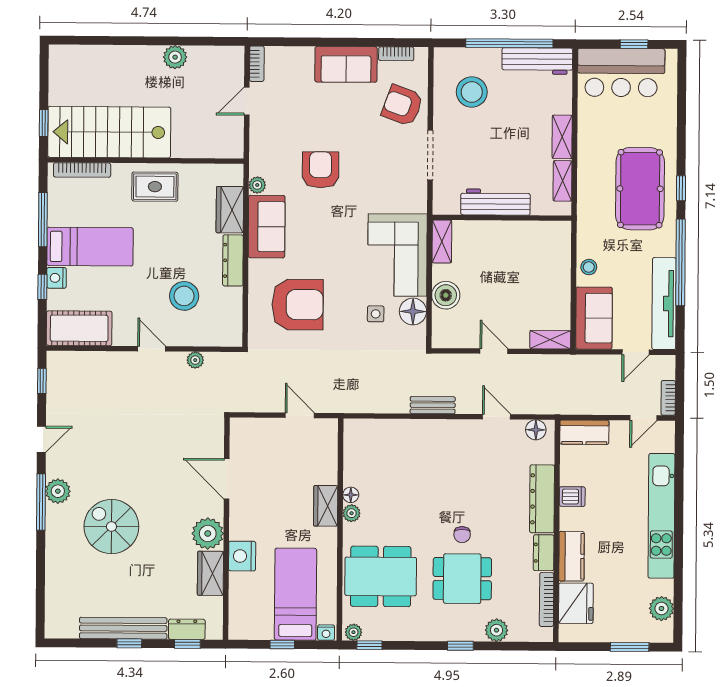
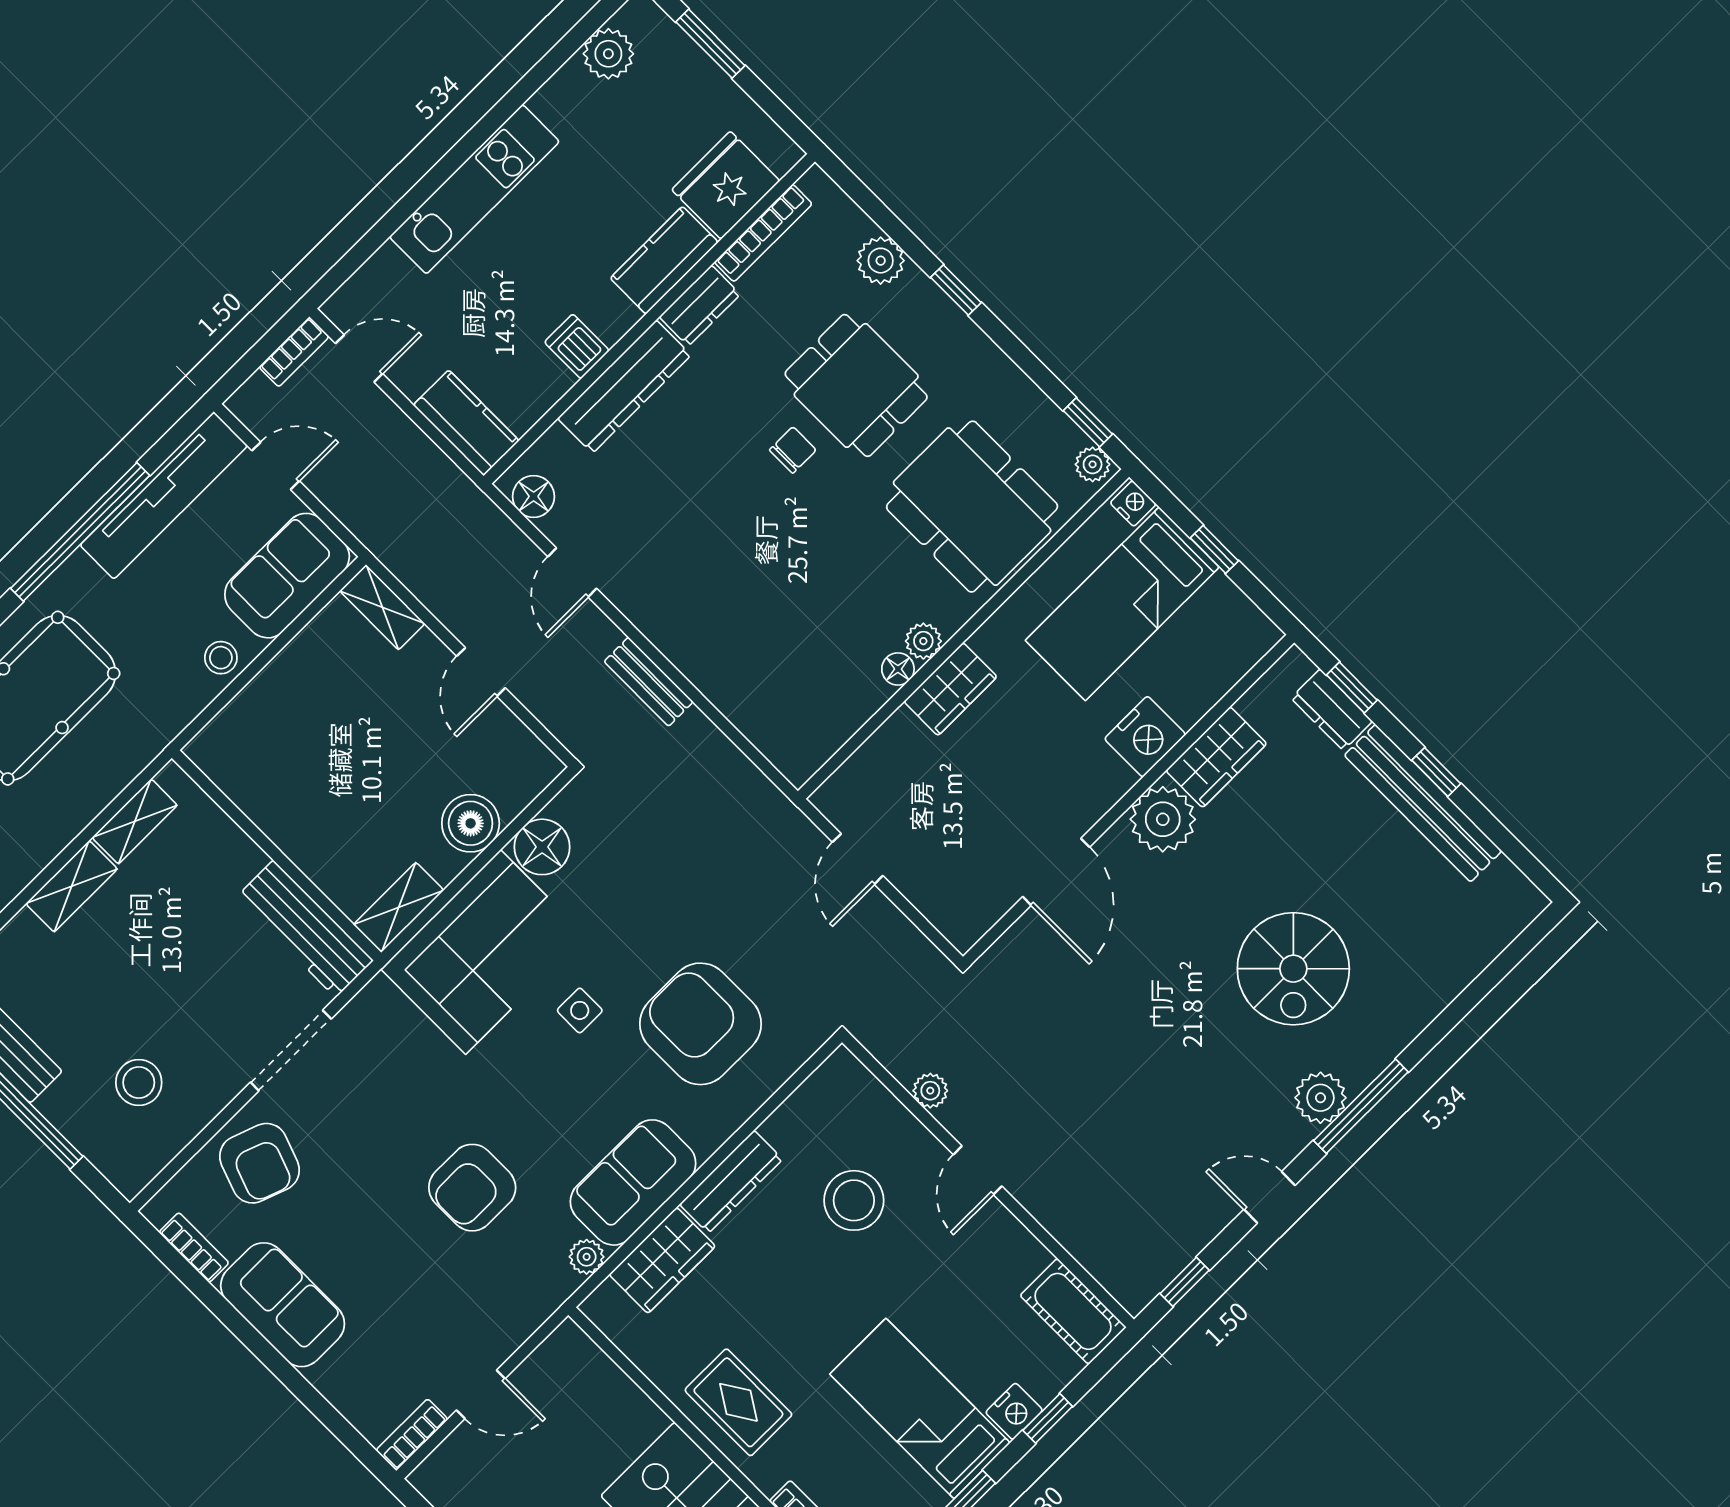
stool: (472, 92) -> (139, 1083), width x0.73, depth x0.73
workbench: (495, 202) -> (305, 929), moved
side table: (376, 314) -> (580, 1010), moved
cot: (79, 328) -> (1073, 1311), width x0.73, depth x0.75
kitchen unit: (661, 516) -> (474, 189), width x0.73

